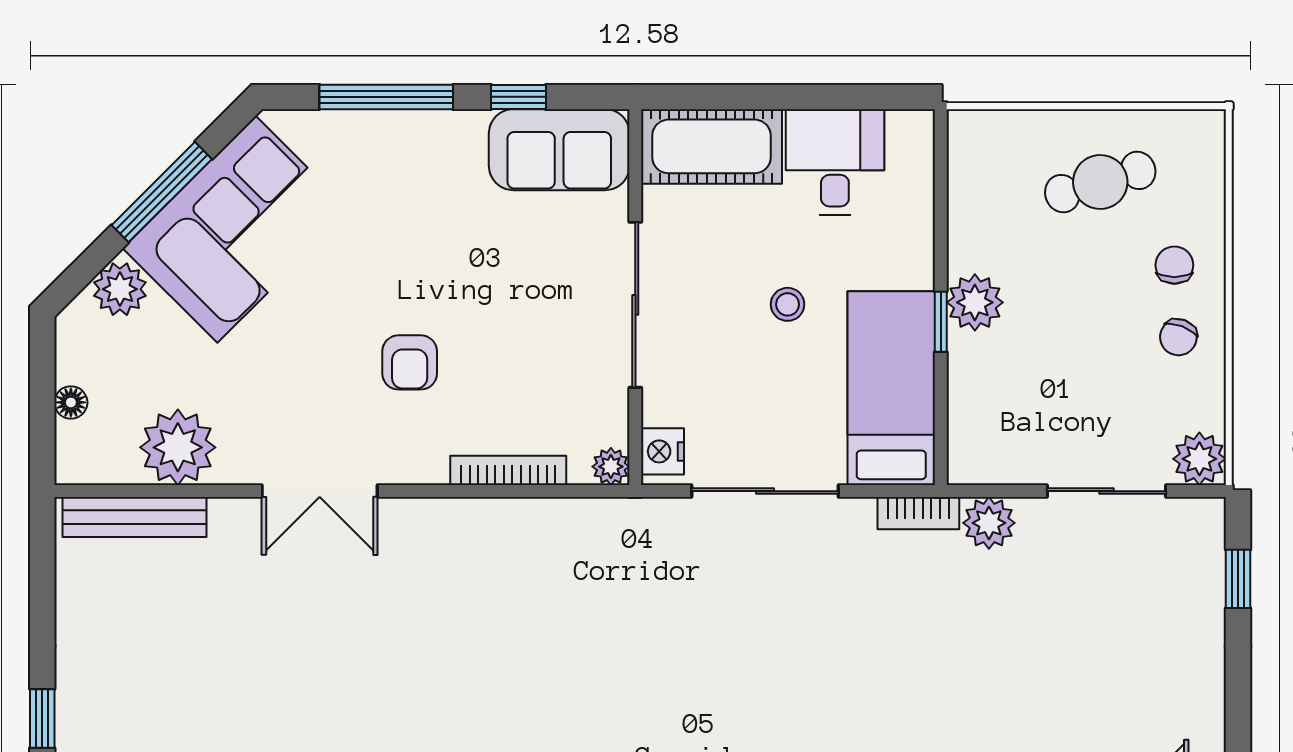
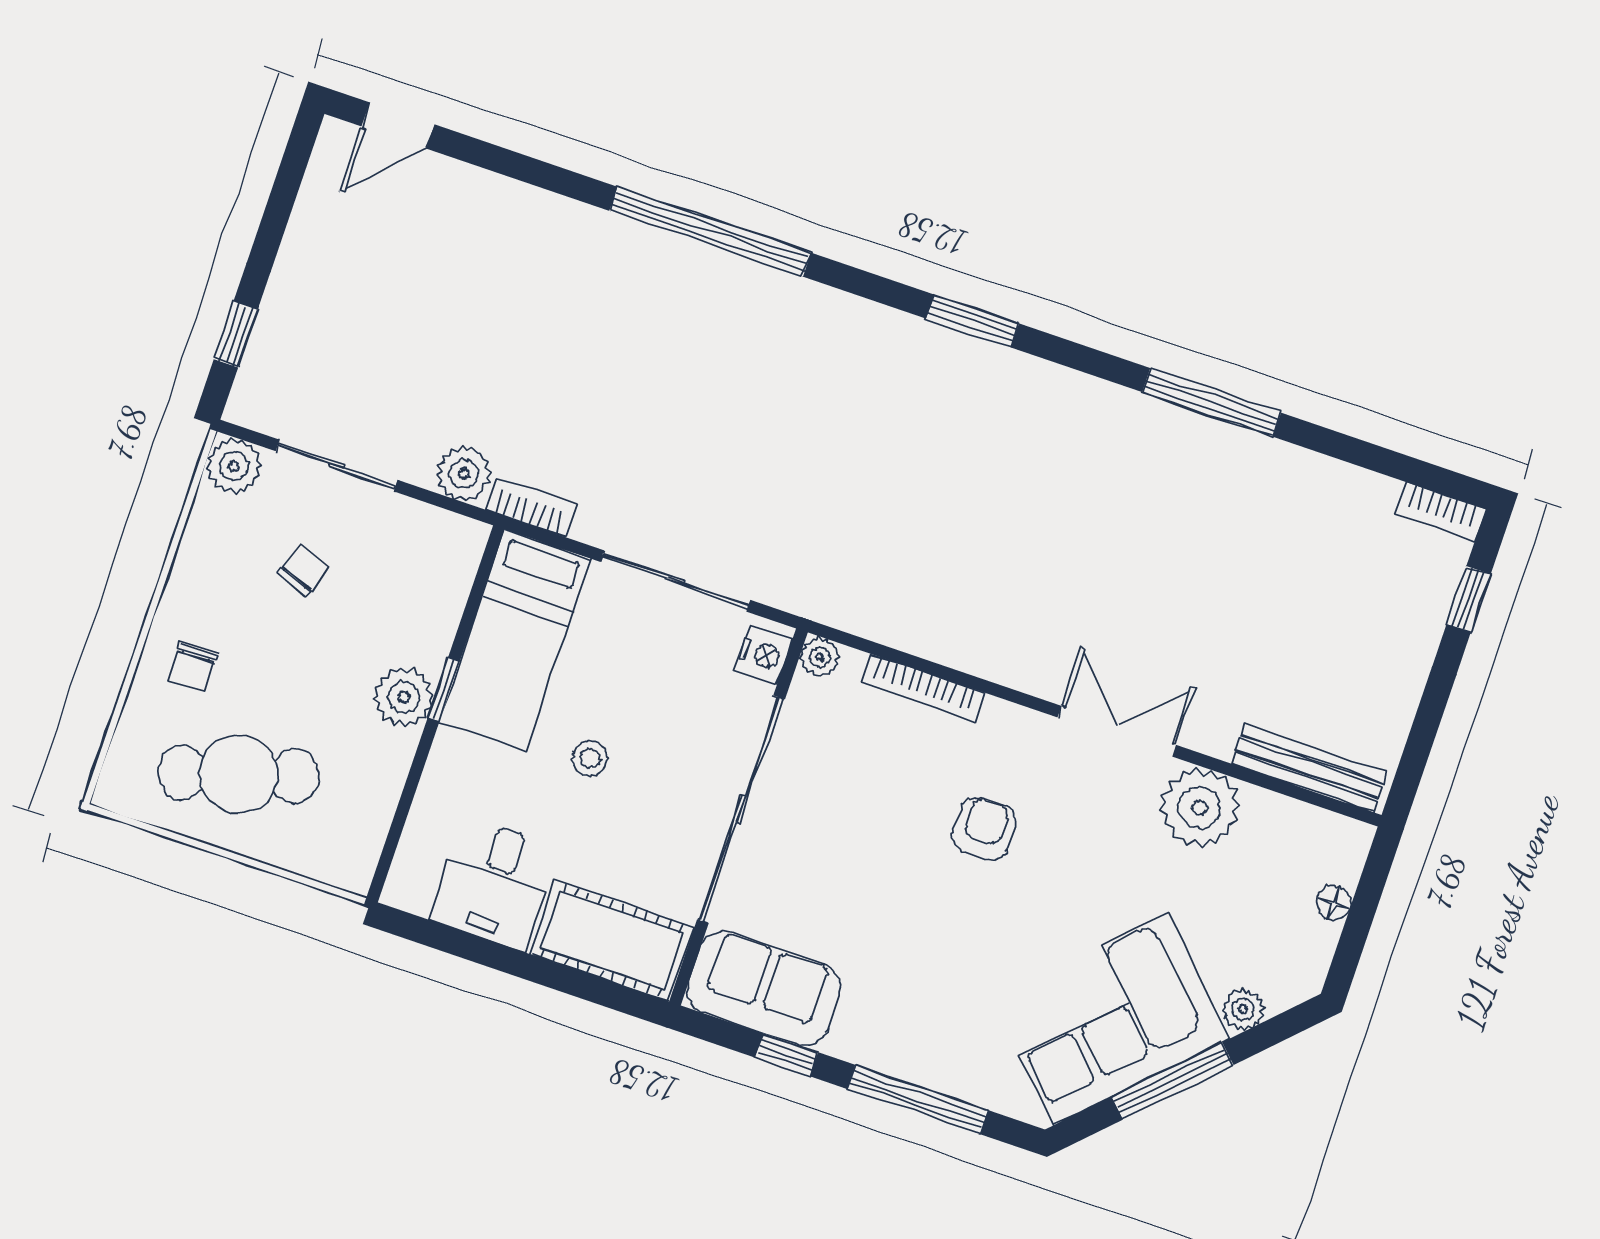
cafe table: (1100, 182) -> (238, 774), width x1.37, depth x1.35
plant: (120, 289) -> (1243, 1009), width x0.73, depth x0.73
sliding door: (635, 305) -> (741, 809), width x1.36
chair: (1178, 337) -> (303, 570), moved
plant: (178, 447) -> (1200, 808), moved

